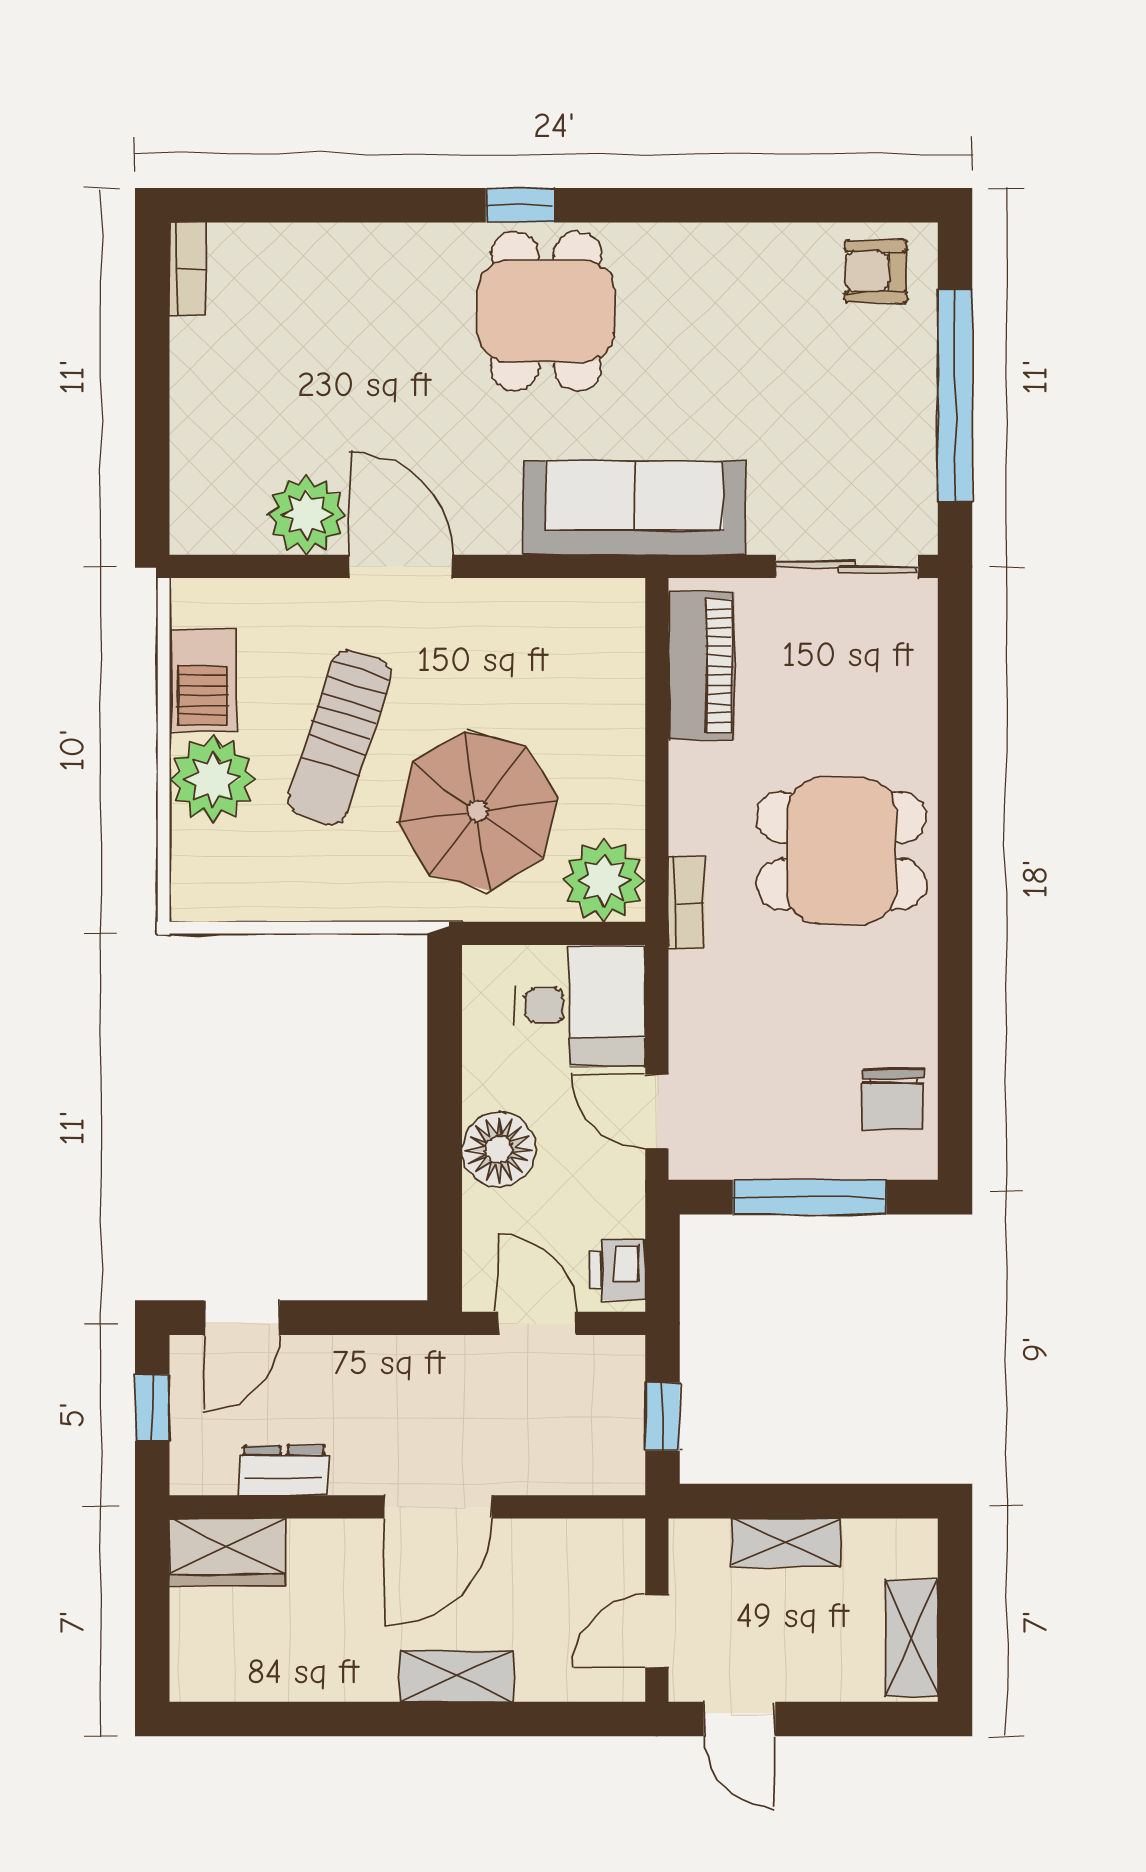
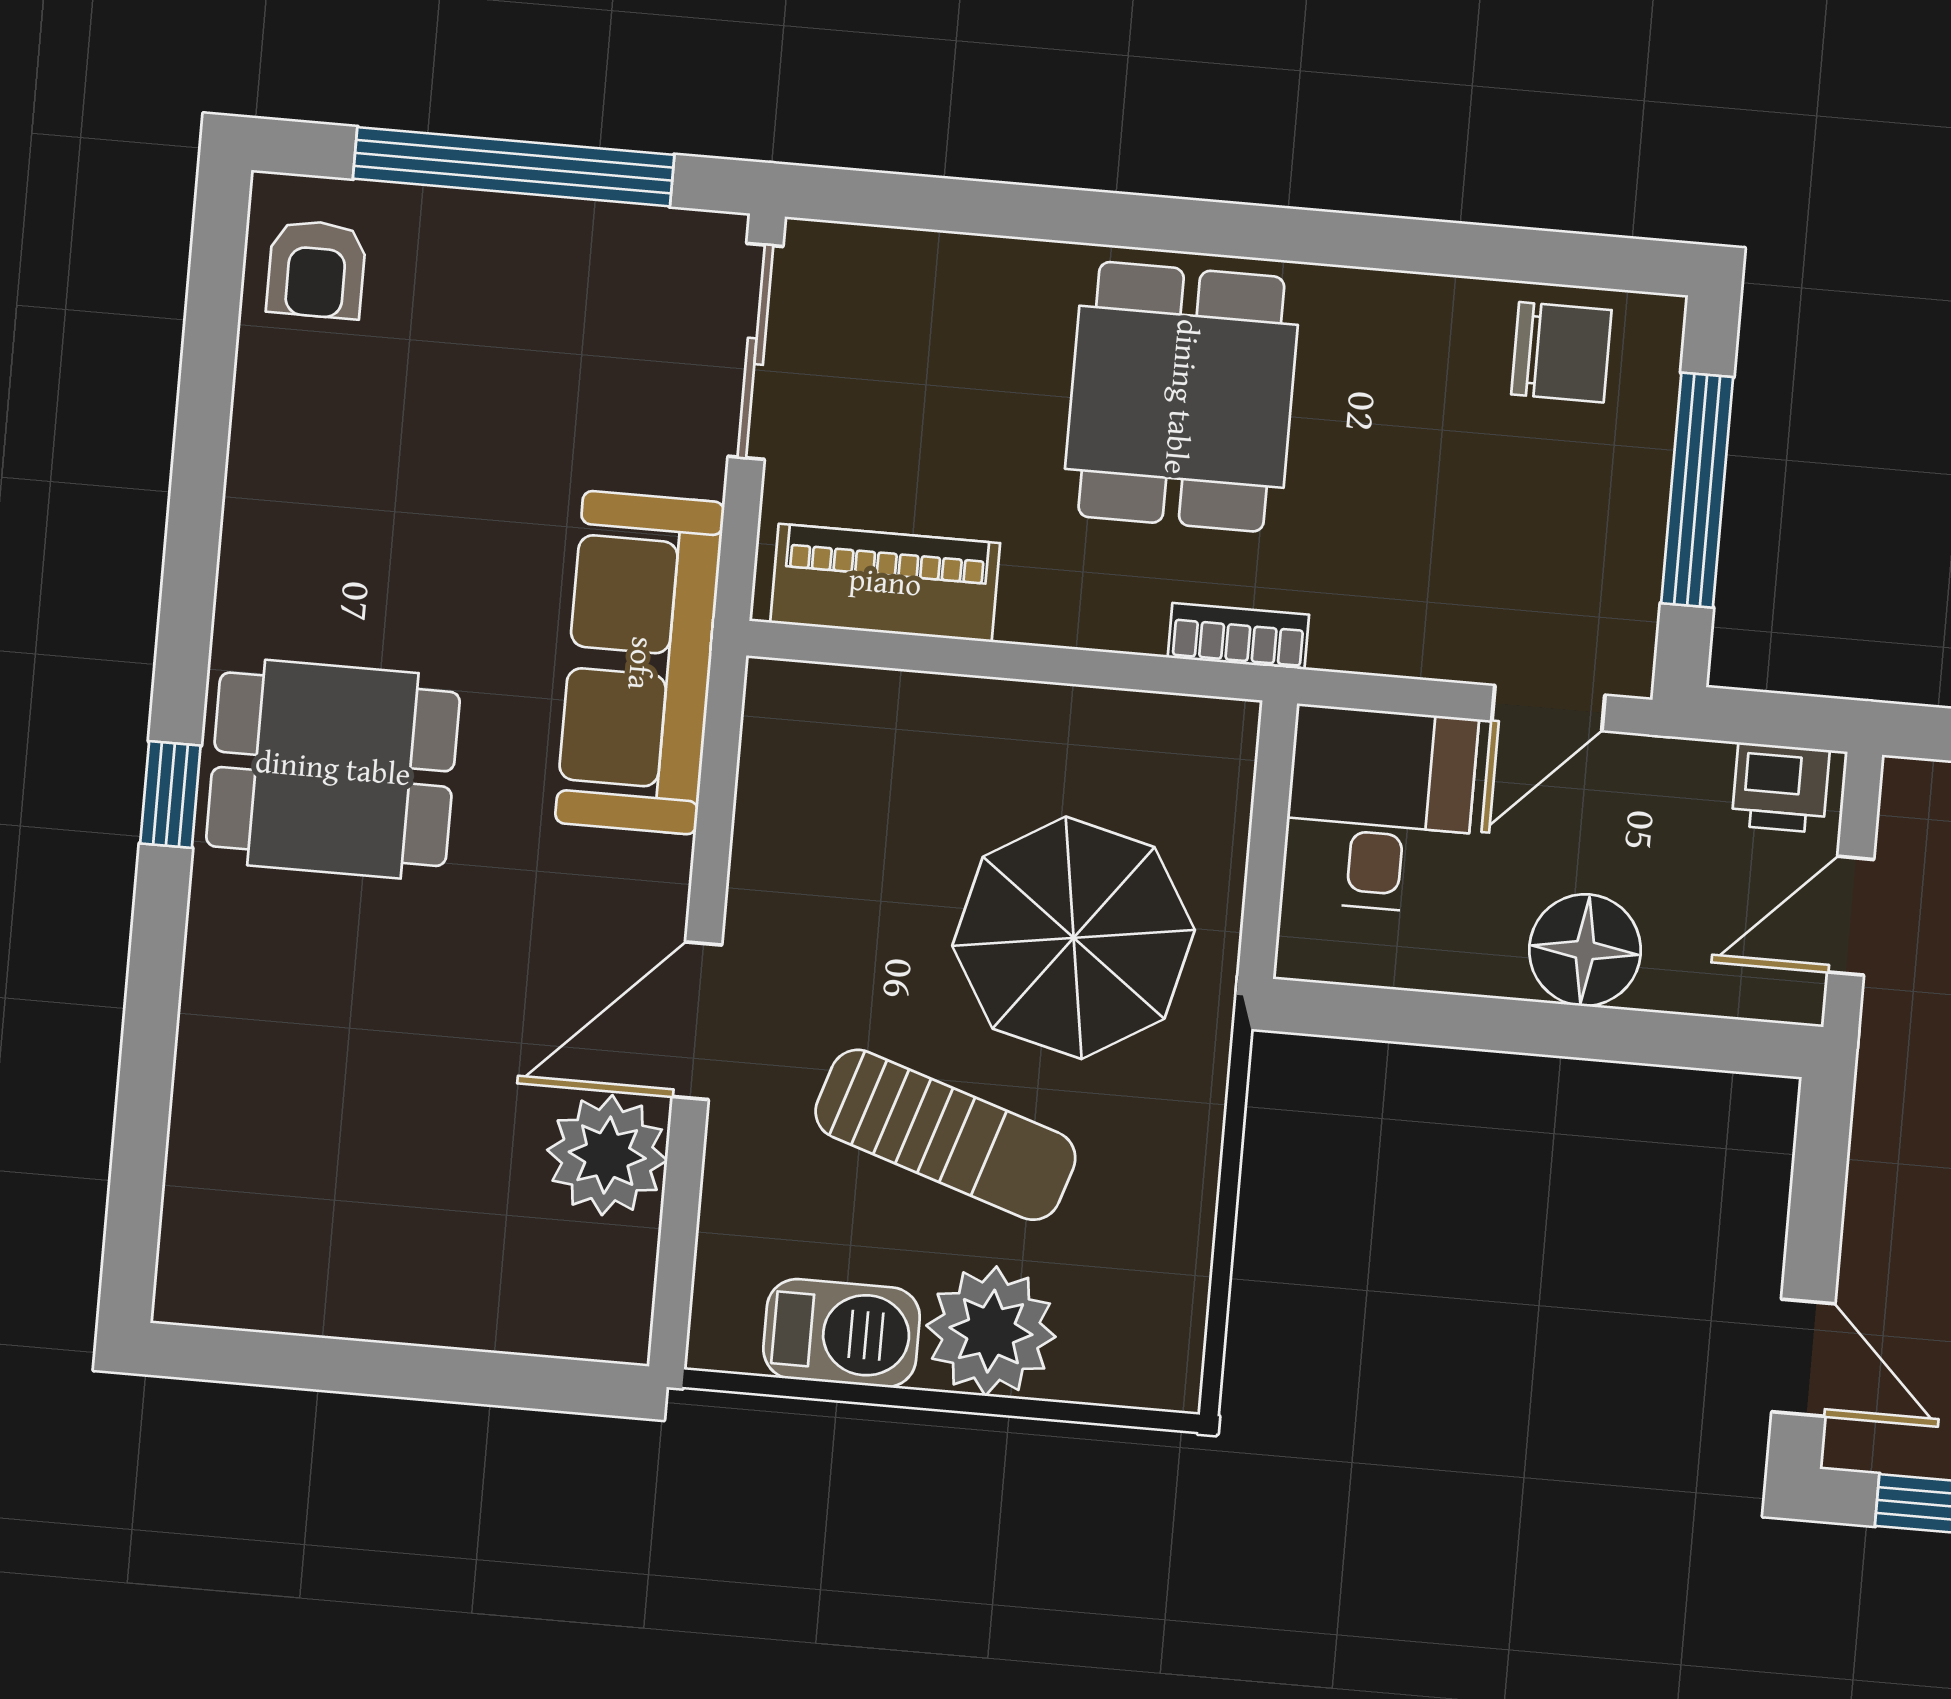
bookcase: (188, 269) -> (222, 1301), removed
plant: (604, 880) -> (1195, 757), removed

